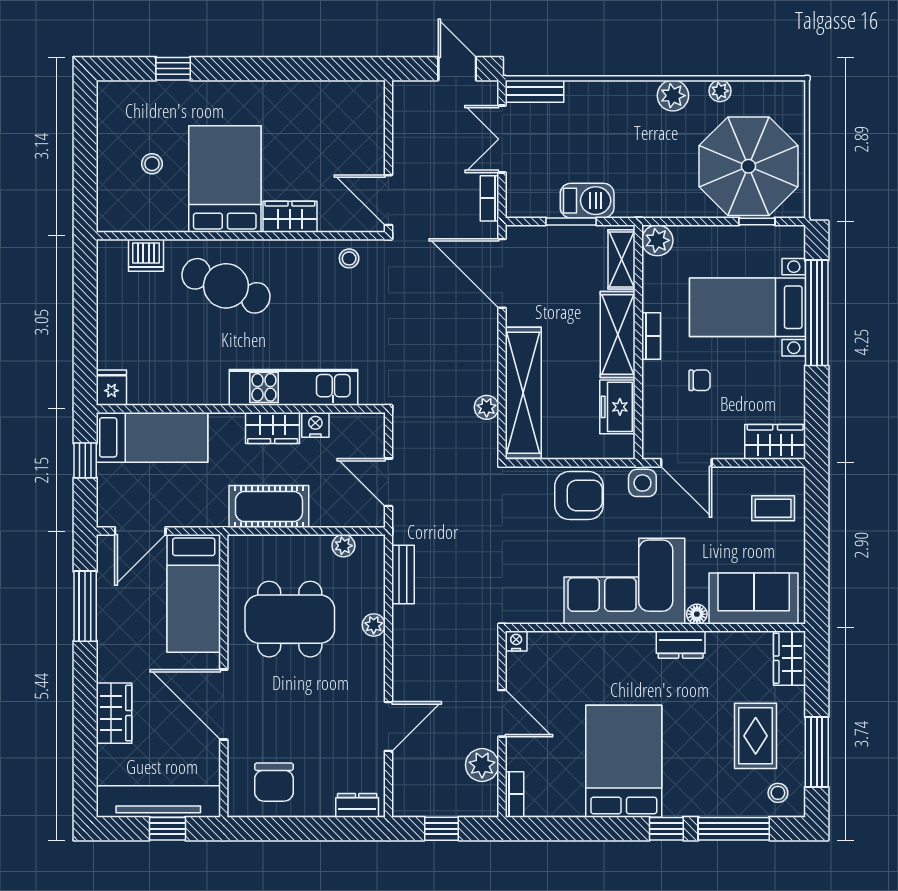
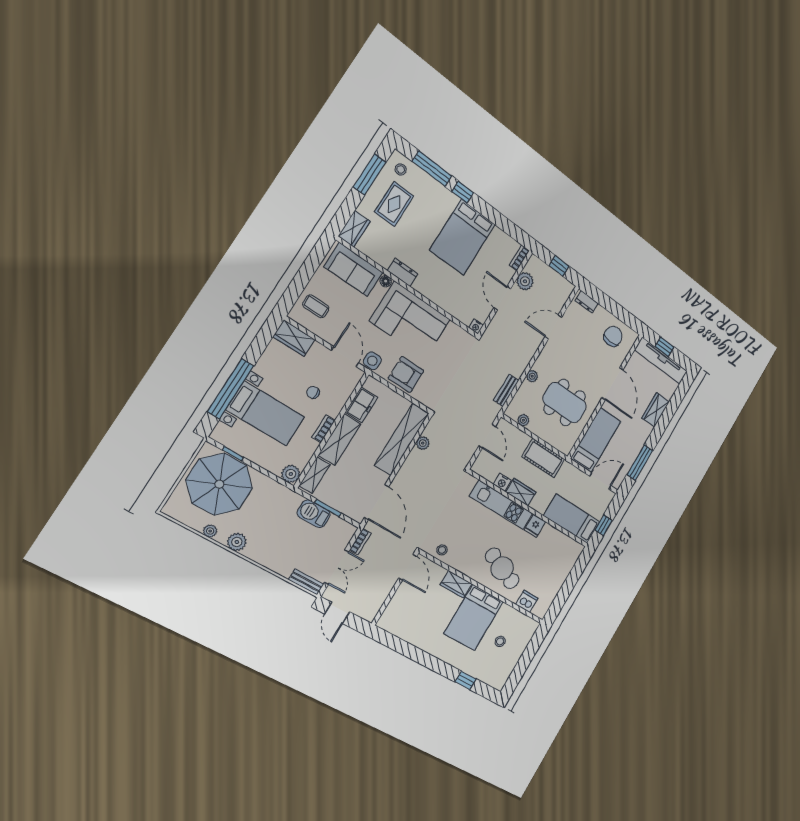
fridge: (111, 388) -> (535, 526), moved

